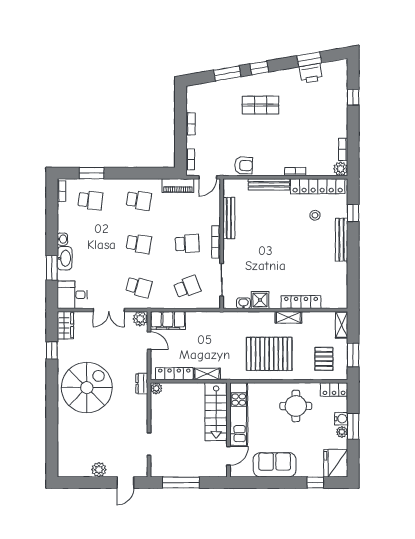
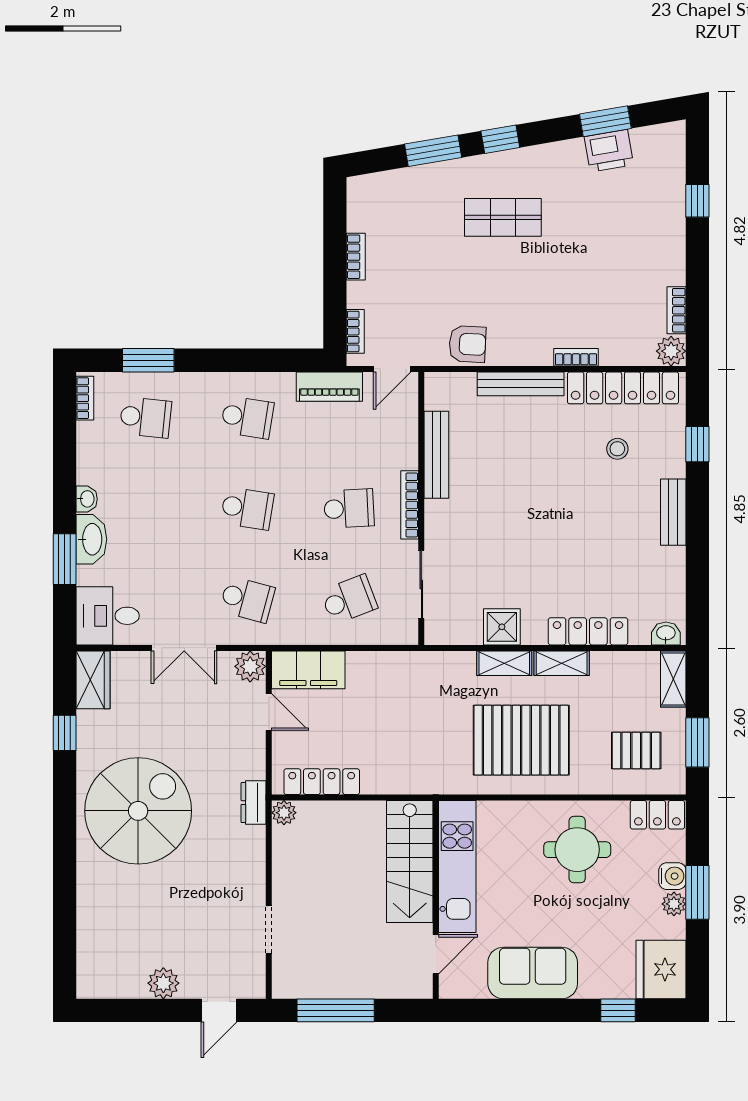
bench: (342, 240) -> (673, 512), width x0.73
washbasin: (243, 303) -> (666, 633), moved
pallet: (324, 359) -> (636, 751), turned 90
shelving: (207, 374) -> (504, 663), moved

